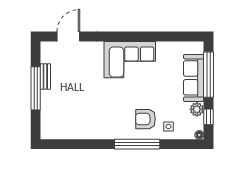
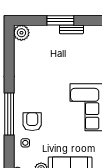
window: (36, 88) -> (60, 20), width x0.68
plant: (49, 131) -> (21, 33), added

